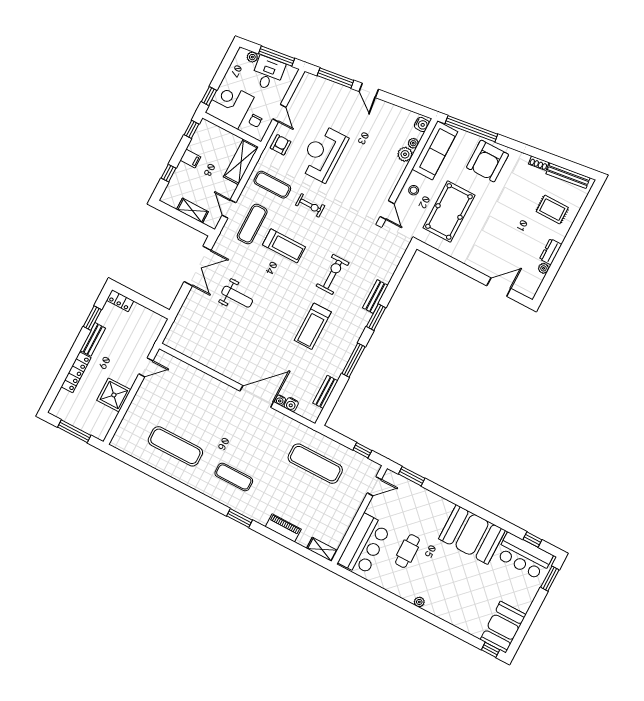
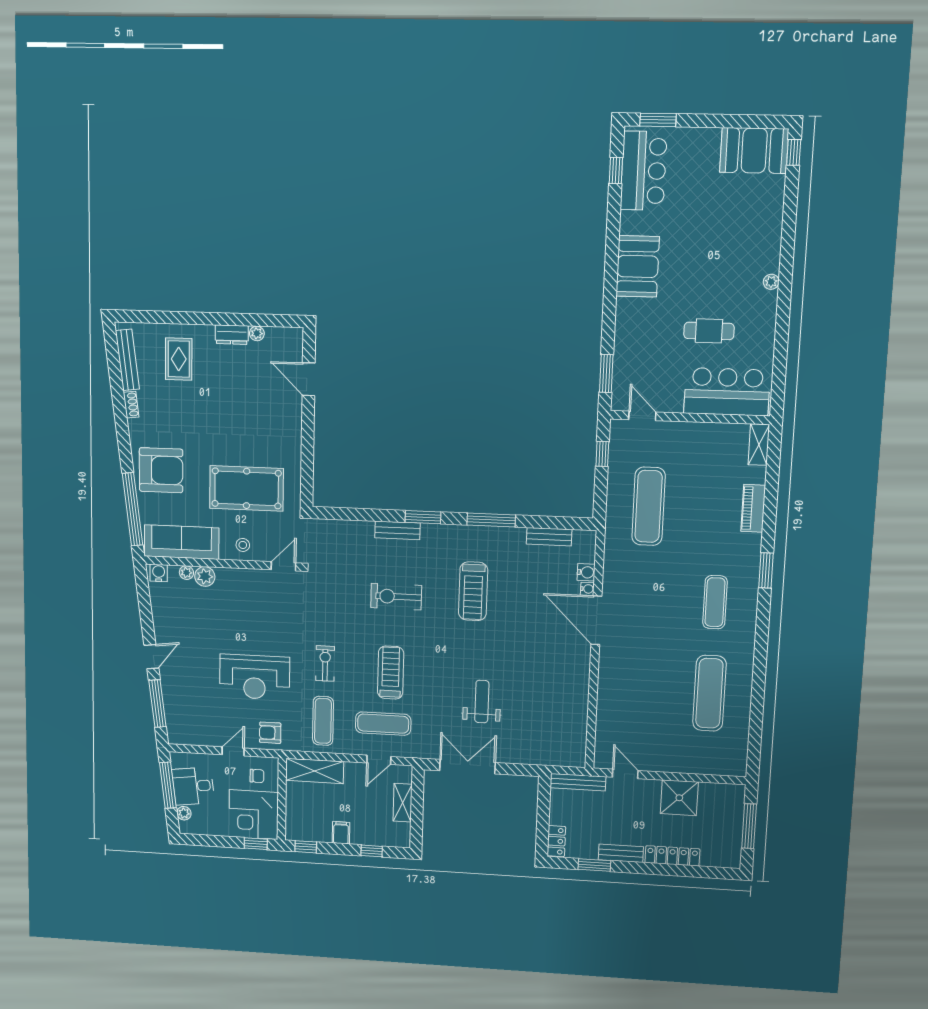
treadmill: (313, 326) -> (473, 591), turned 90
bench: (154, 334) -> (578, 782), added
booth: (472, 535) -> (638, 266), width x0.73, depth x0.70

